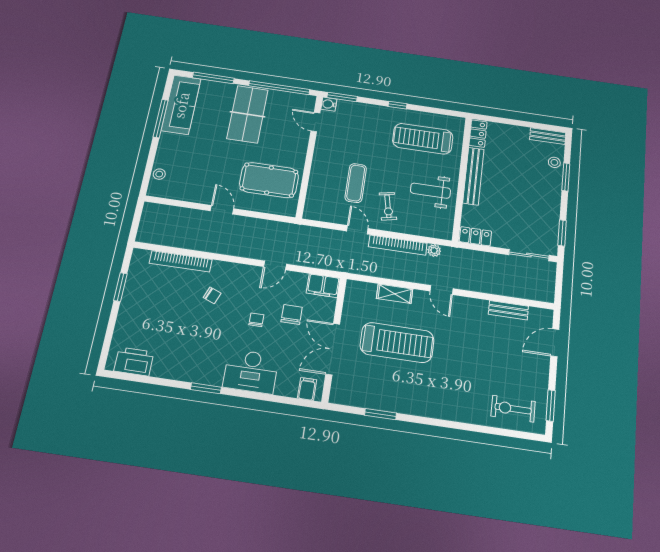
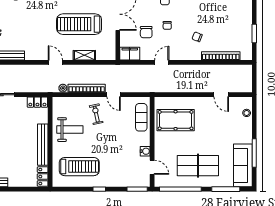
water cooler: (329, 104) -> (145, 151), moved
table tennis table: (247, 114) -> (198, 166), turned 90
exercise mat: (356, 183) -> (141, 117), moved
door: (222, 210) -> (221, 95), moved

